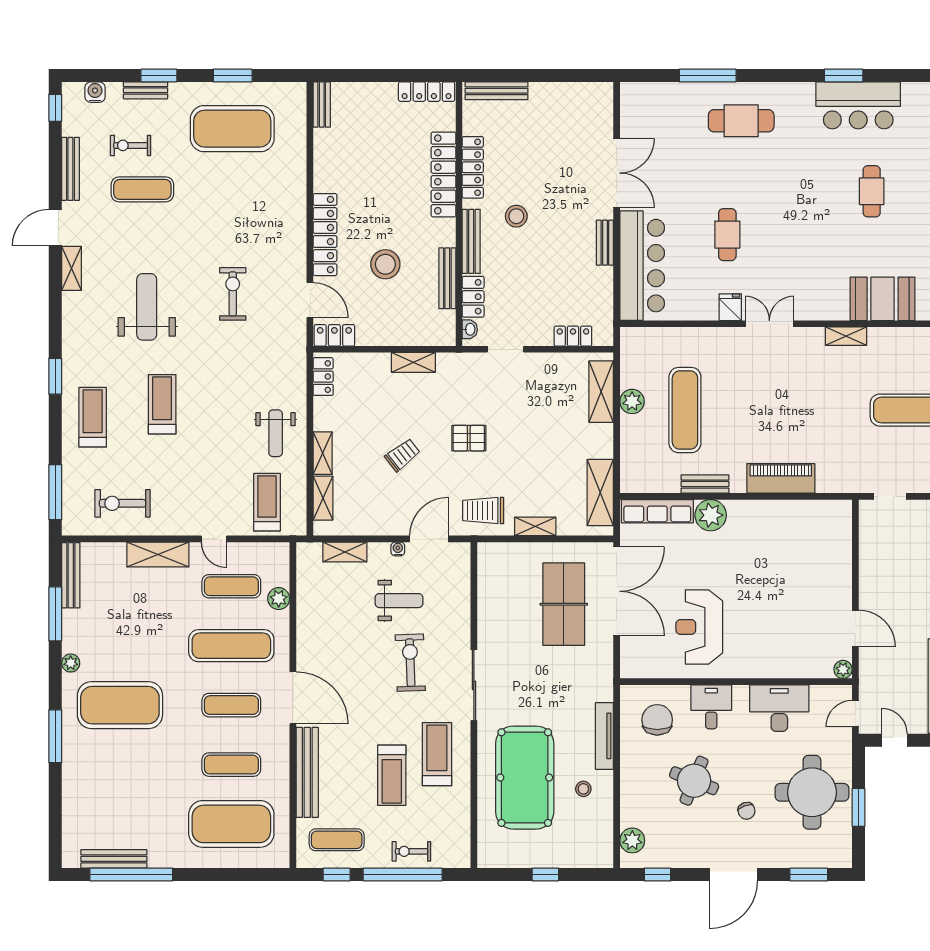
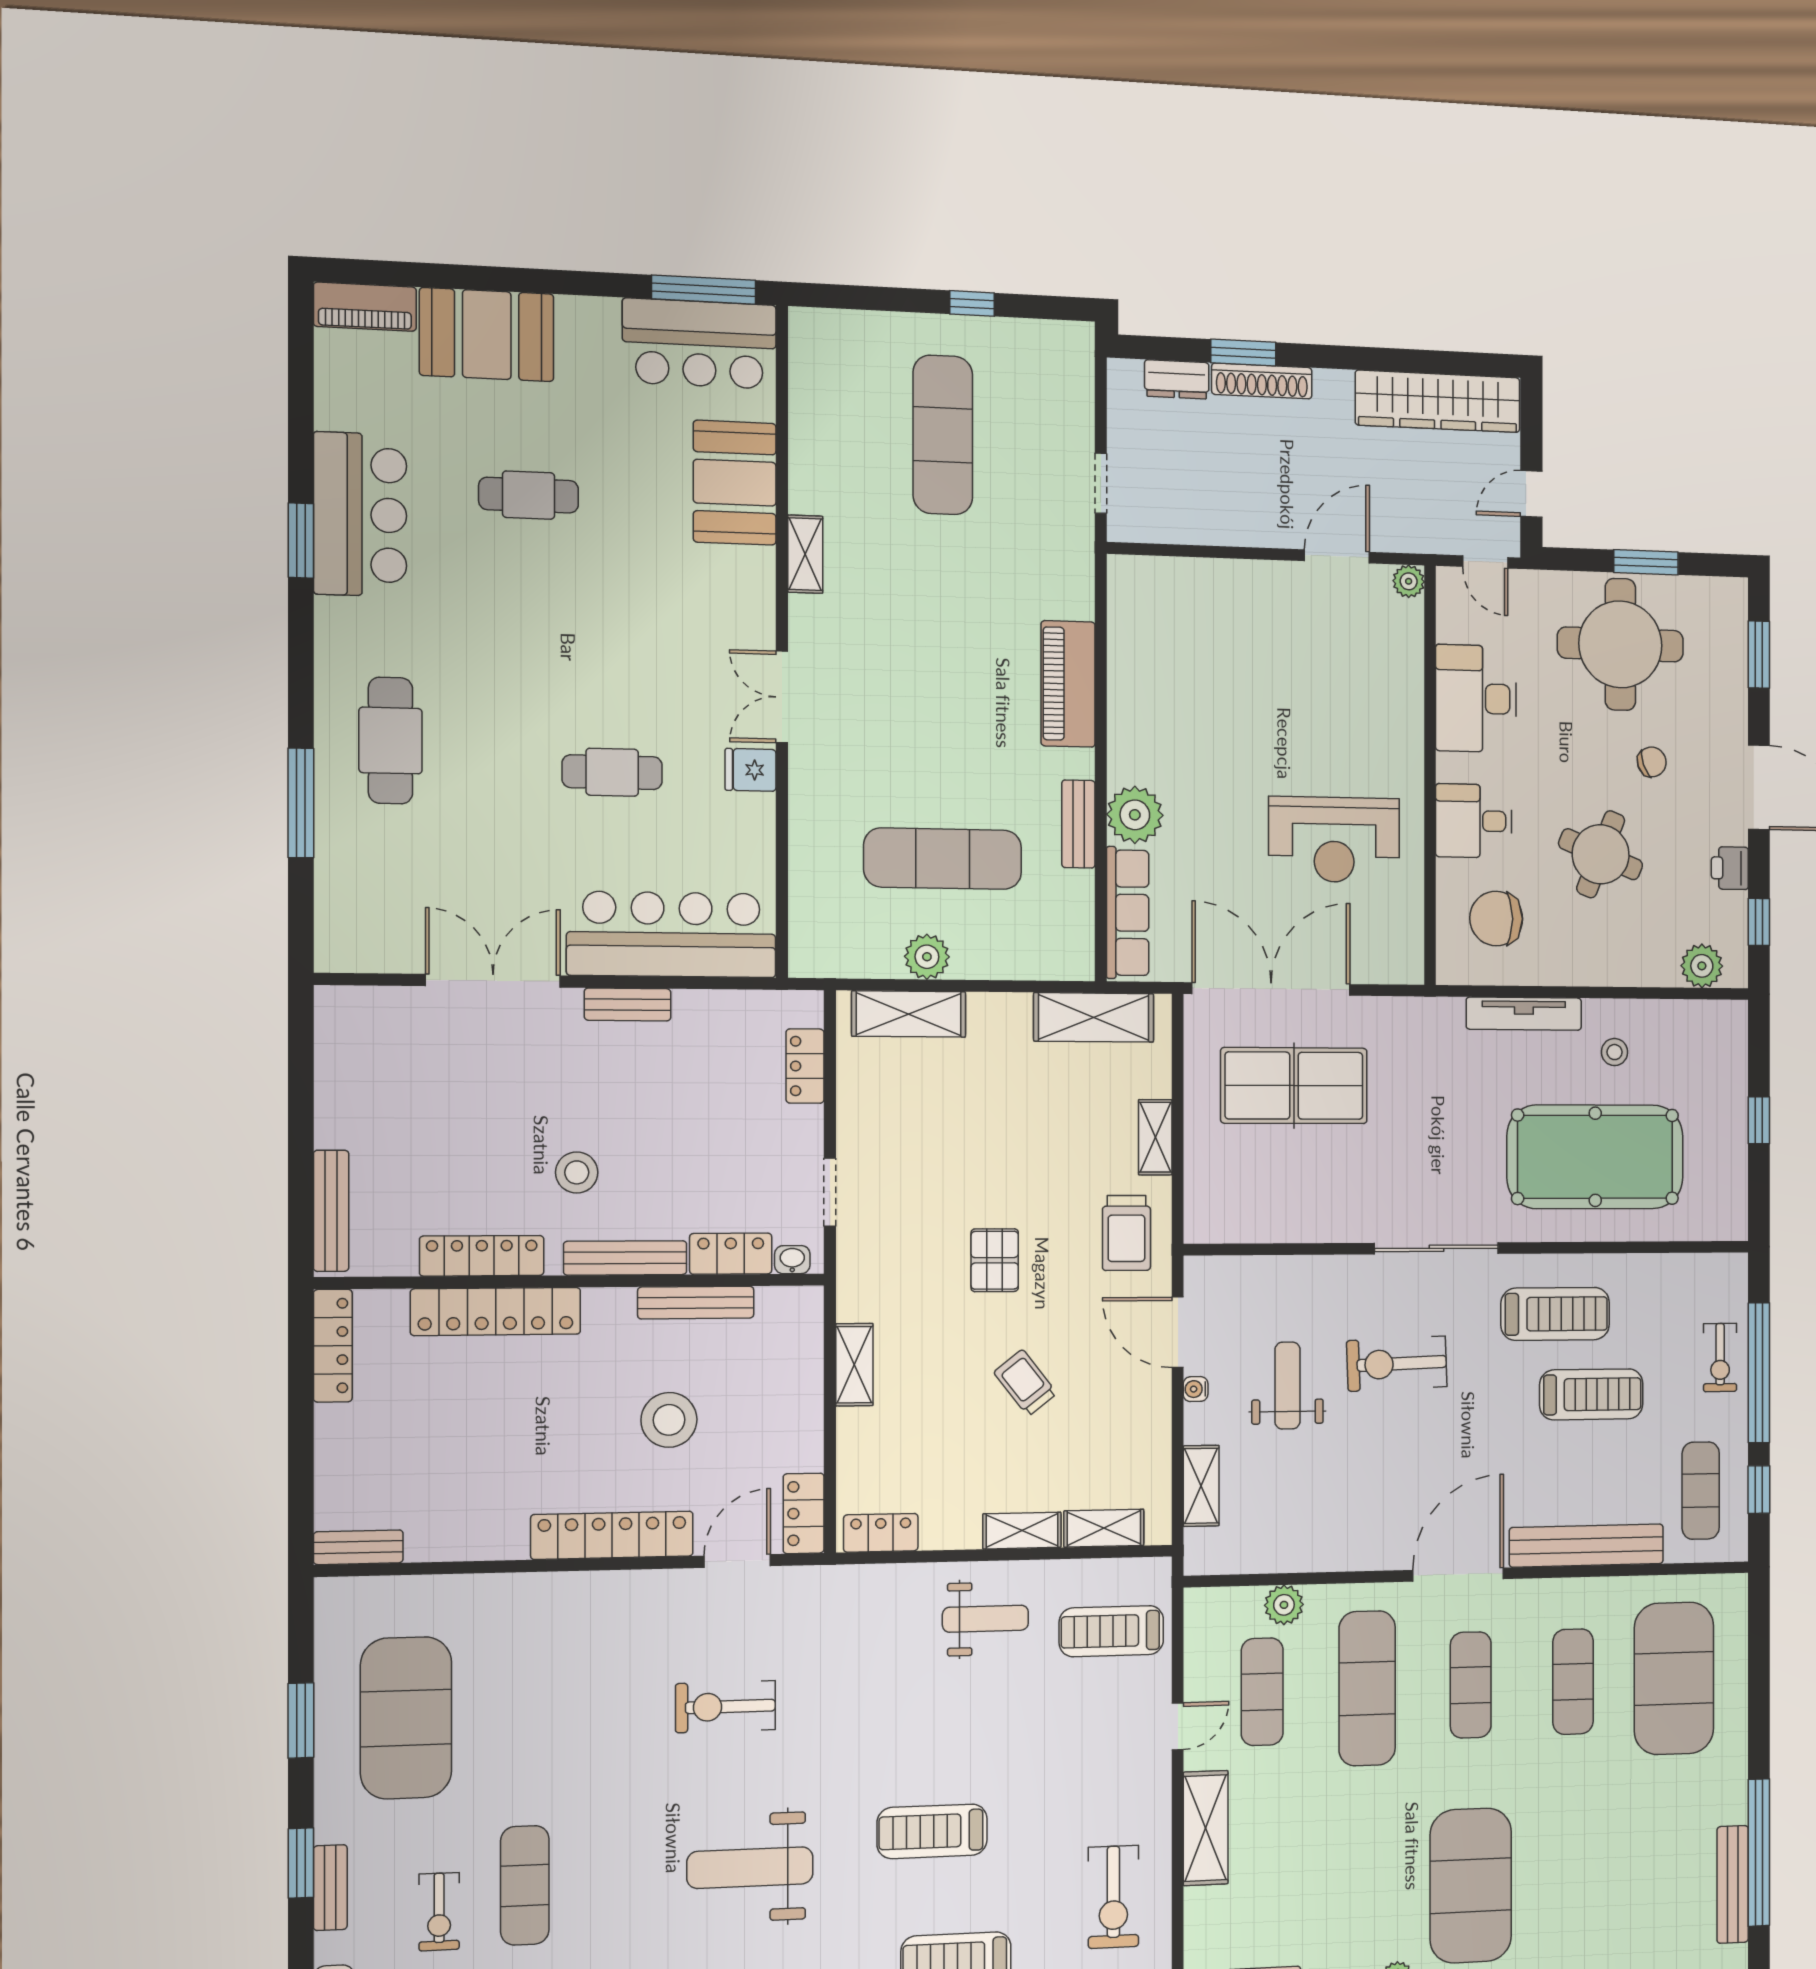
treadmill: (437, 754) -> (1555, 1314), turned 180
printer: (688, 857) -> (1730, 868), added

